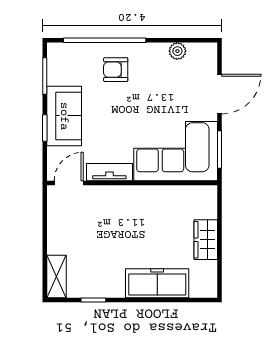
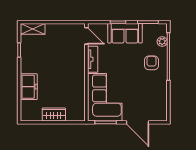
plant: (177, 51) -> (162, 42), moved
freezer: (157, 283) -> (29, 87), width x0.71

